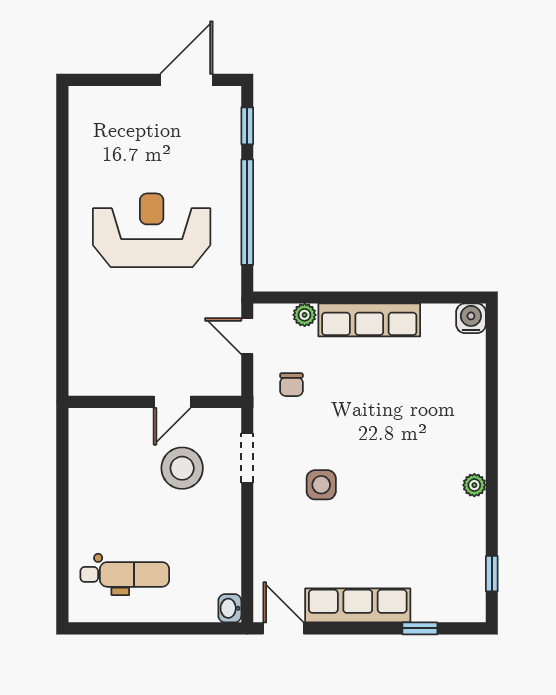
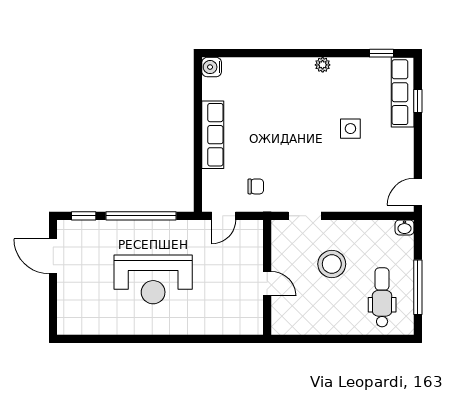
reception desk: (152, 230) -> (153, 279), turned -90
plant: (305, 315) -> (209, 178), removed
door: (172, 402) -> (267, 284), moved
stool: (182, 468) -> (332, 264), moved
side table: (321, 485) -> (350, 129), moved
row of seats: (358, 605) -> (403, 92), moved
window: (140, 628) -> (418, 287), added

